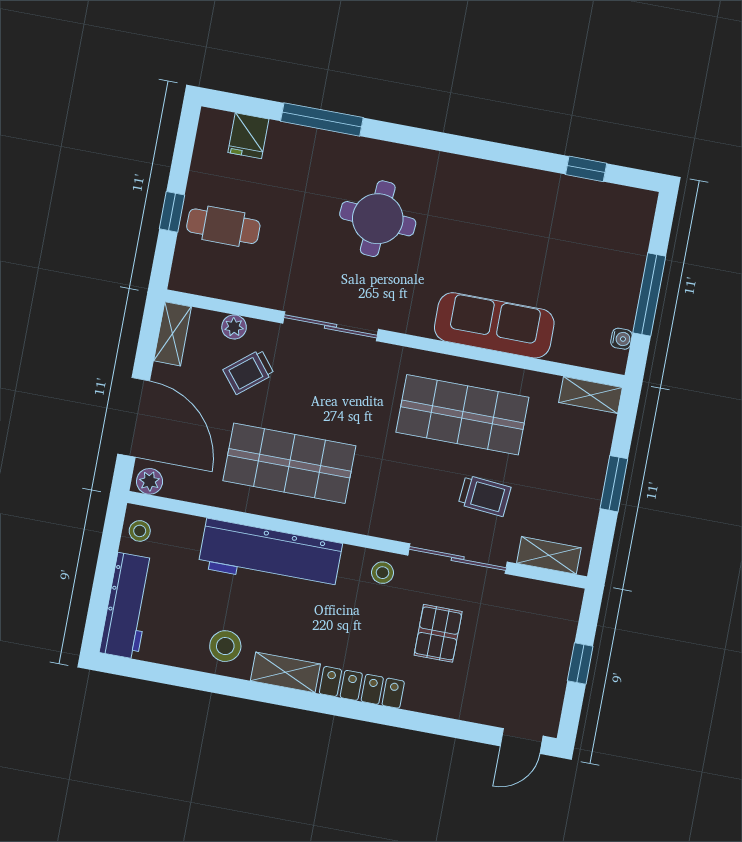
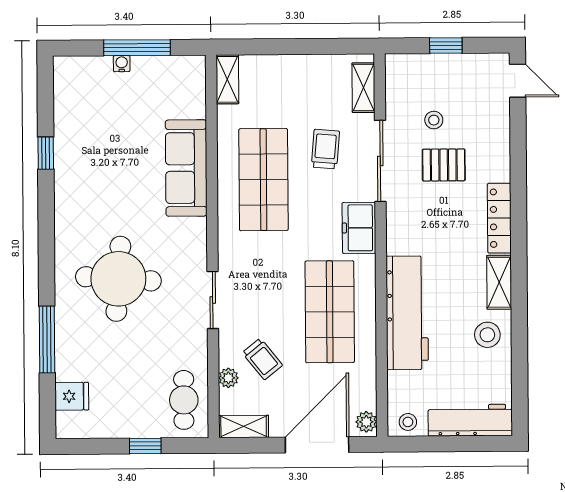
window: (586, 169) -> (46, 153), moved
round table: (378, 219) -> (118, 279), width x1.36, depth x1.36
cafe table: (223, 226) -> (184, 400), moved
sliding door: (331, 326) -> (213, 300), width x0.73
water cooler: (621, 339) -> (122, 64), moved
window: (614, 484) -> (295, 47), removed
freezer: (383, 518) -> (359, 228), added
stool: (383, 573) -> (434, 120), moved

